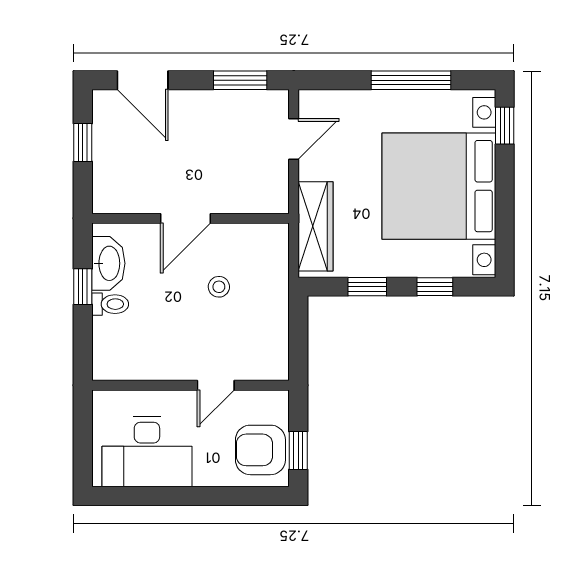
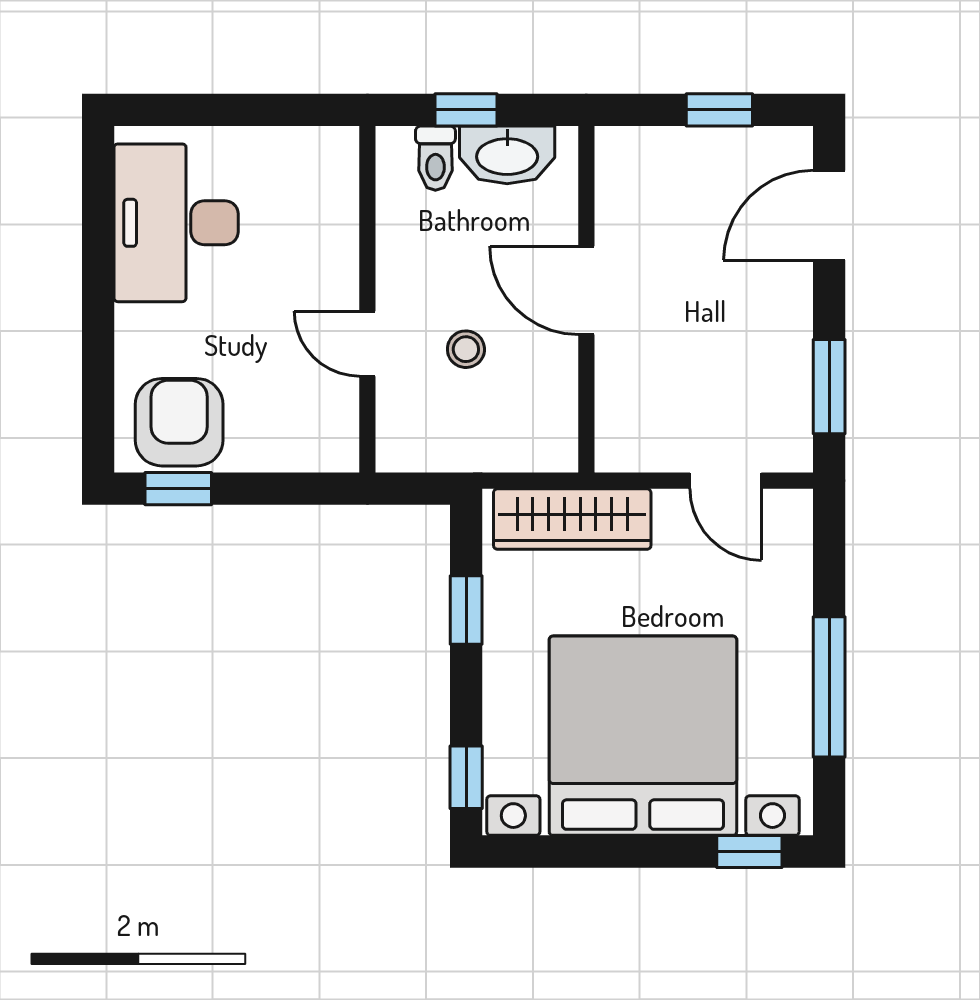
window: (435, 287) -> (466, 777), moved
wall: (190, 385) -> (367, 299), moved
door: (216, 385) -> (367, 344), moved

